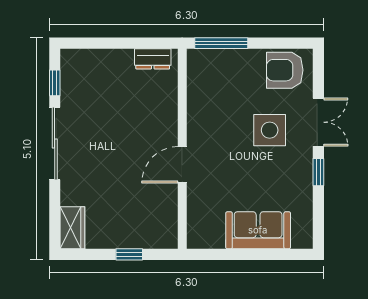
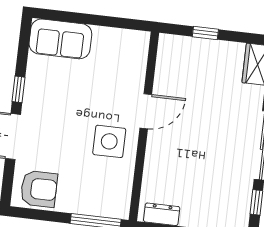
side table: (270, 130) -> (109, 141), moved
sofa: (258, 230) -> (60, 39), moved

